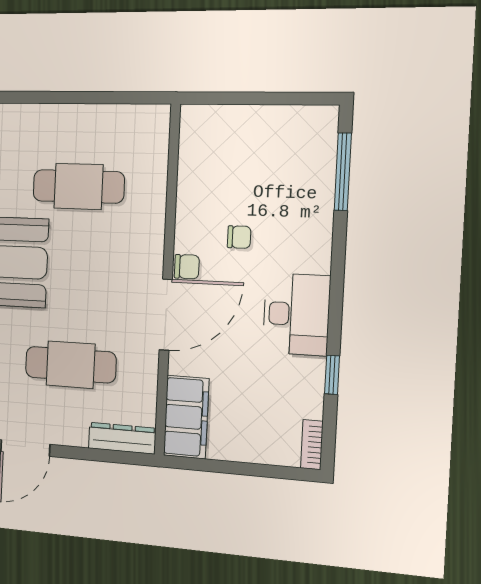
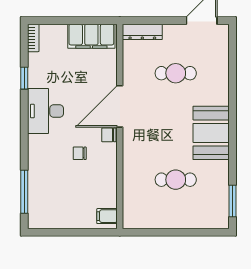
filing cabinet: (197, 126) -> (107, 216), added
cafe table: (78, 186) -> (176, 180), width x0.73, depth x0.74
cafe table: (71, 365) -> (176, 73), width x0.73, depth x0.74
filing cabinet: (186, 417) -> (91, 36), moved, turned -90

